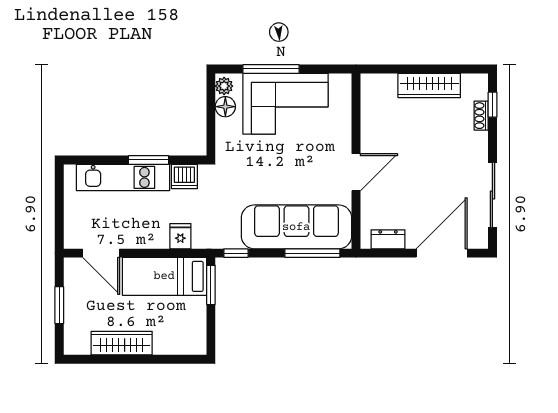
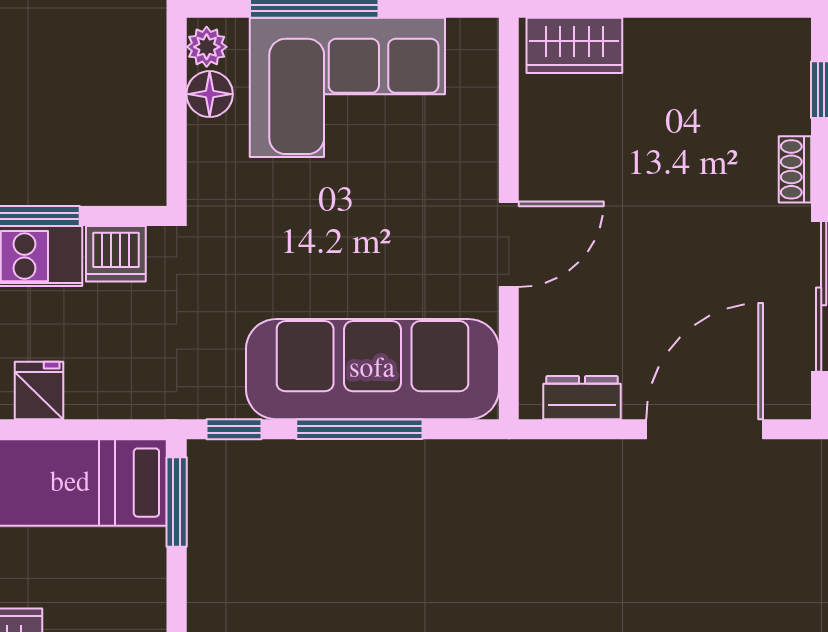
wardrobe: (429, 85) -> (574, 45), moved, width x0.67
shoe rack: (481, 116) -> (795, 169), moved
fridge: (180, 236) -> (39, 391), moved
window: (312, 253) -> (359, 429), moved

